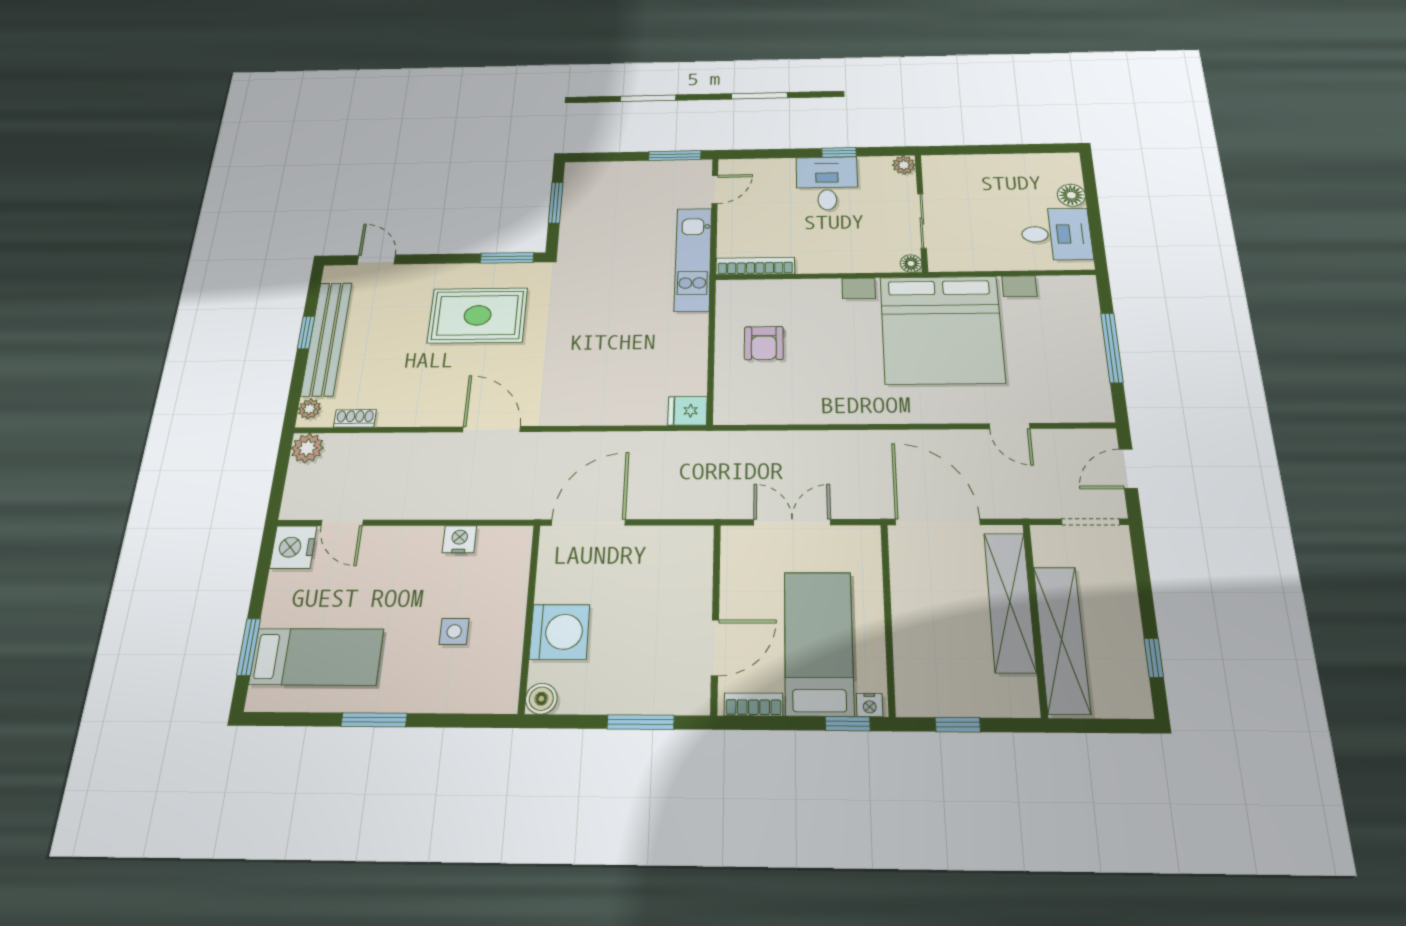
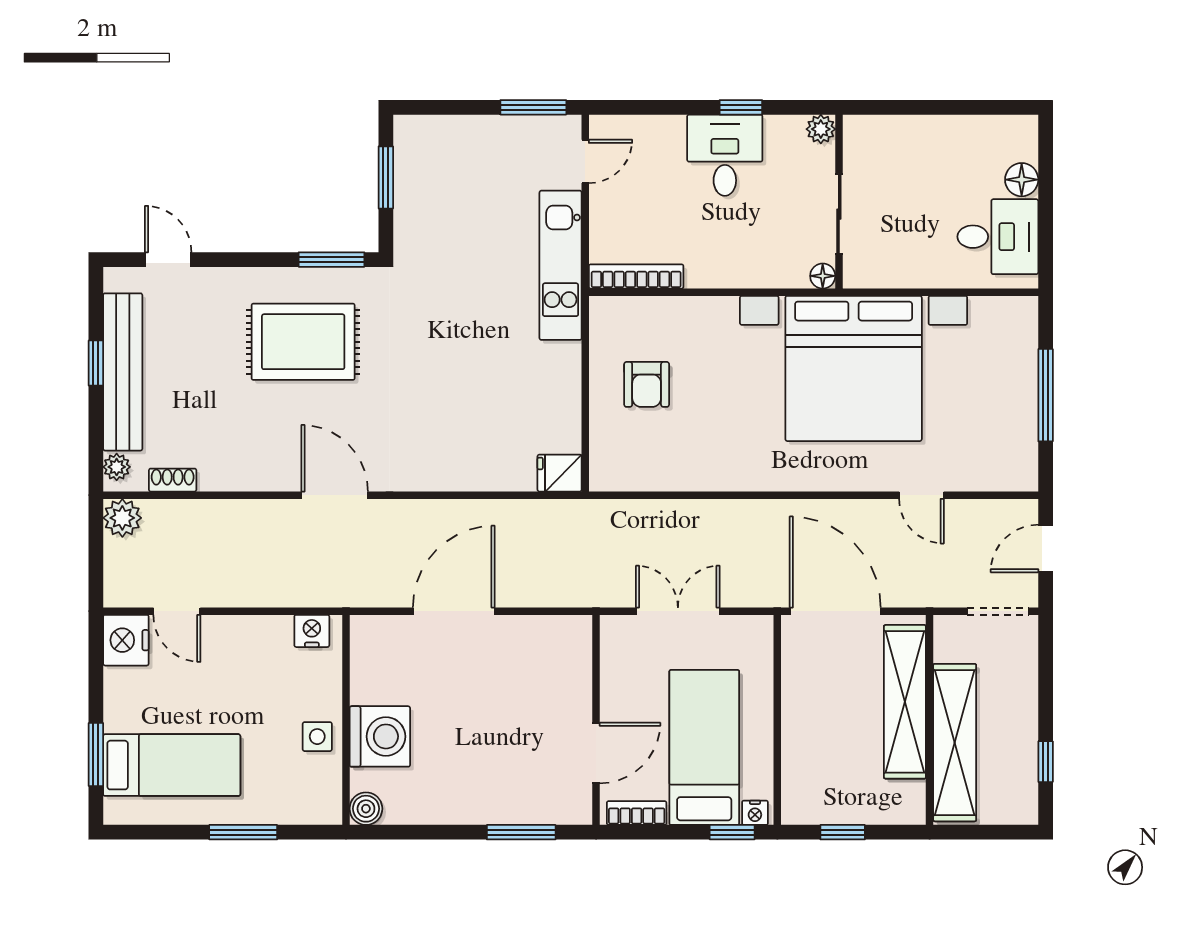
wall: (529, 617) -> (346, 720), moved
washing machine: (560, 632) -> (380, 736), moved
boiler: (541, 699) -> (366, 809), moved

